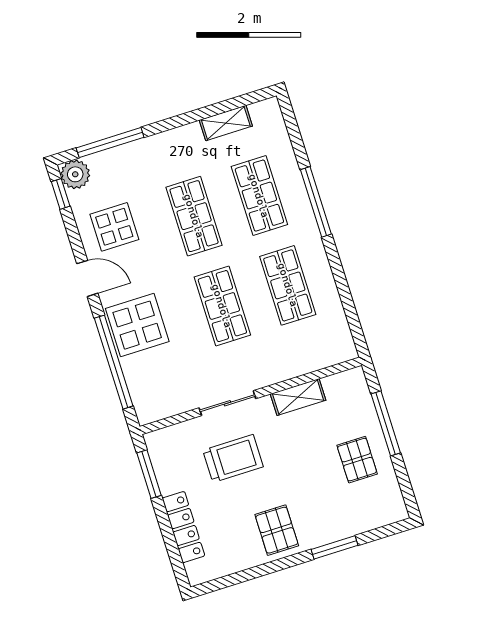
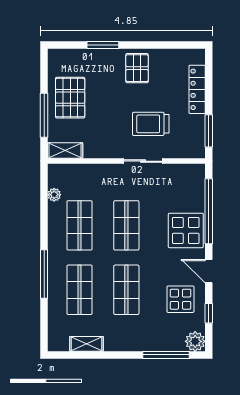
window: (61, 194) -> (209, 313), moved
plant: (337, 317) -> (54, 195), added
shelving: (298, 397) -> (65, 150), moved
pallet: (357, 460) -> (70, 98), width x1.50, depth x1.42

